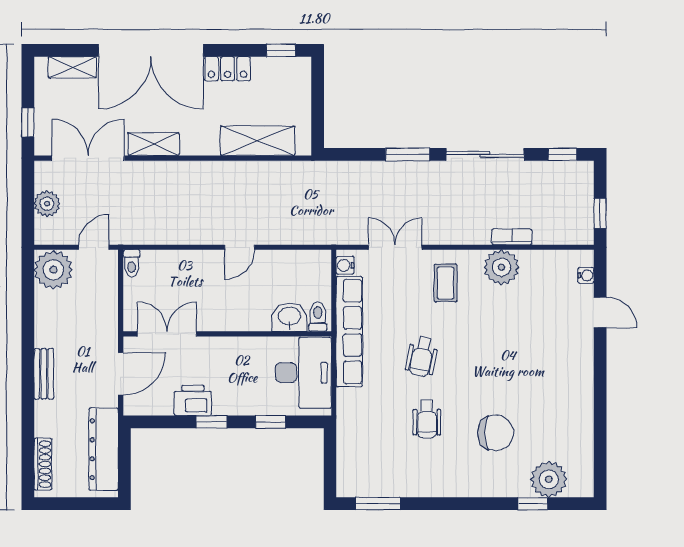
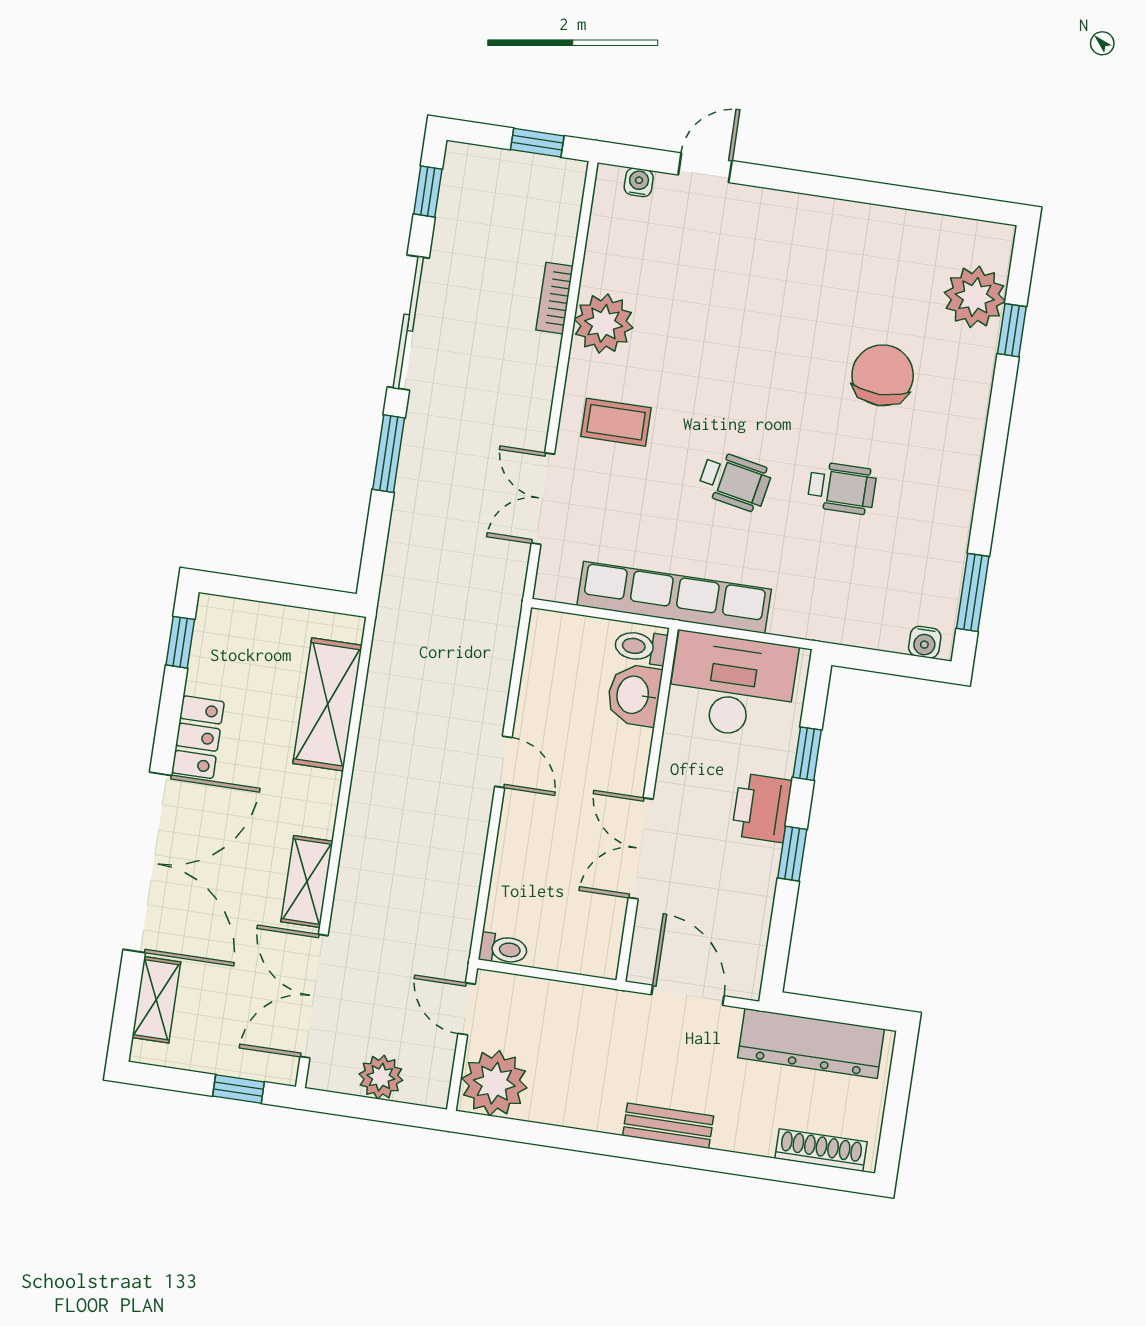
water cooler: (345, 265) -> (925, 642), moved
double door: (167, 334) -> (641, 848), moved
printer: (193, 400) -> (762, 808), moved

